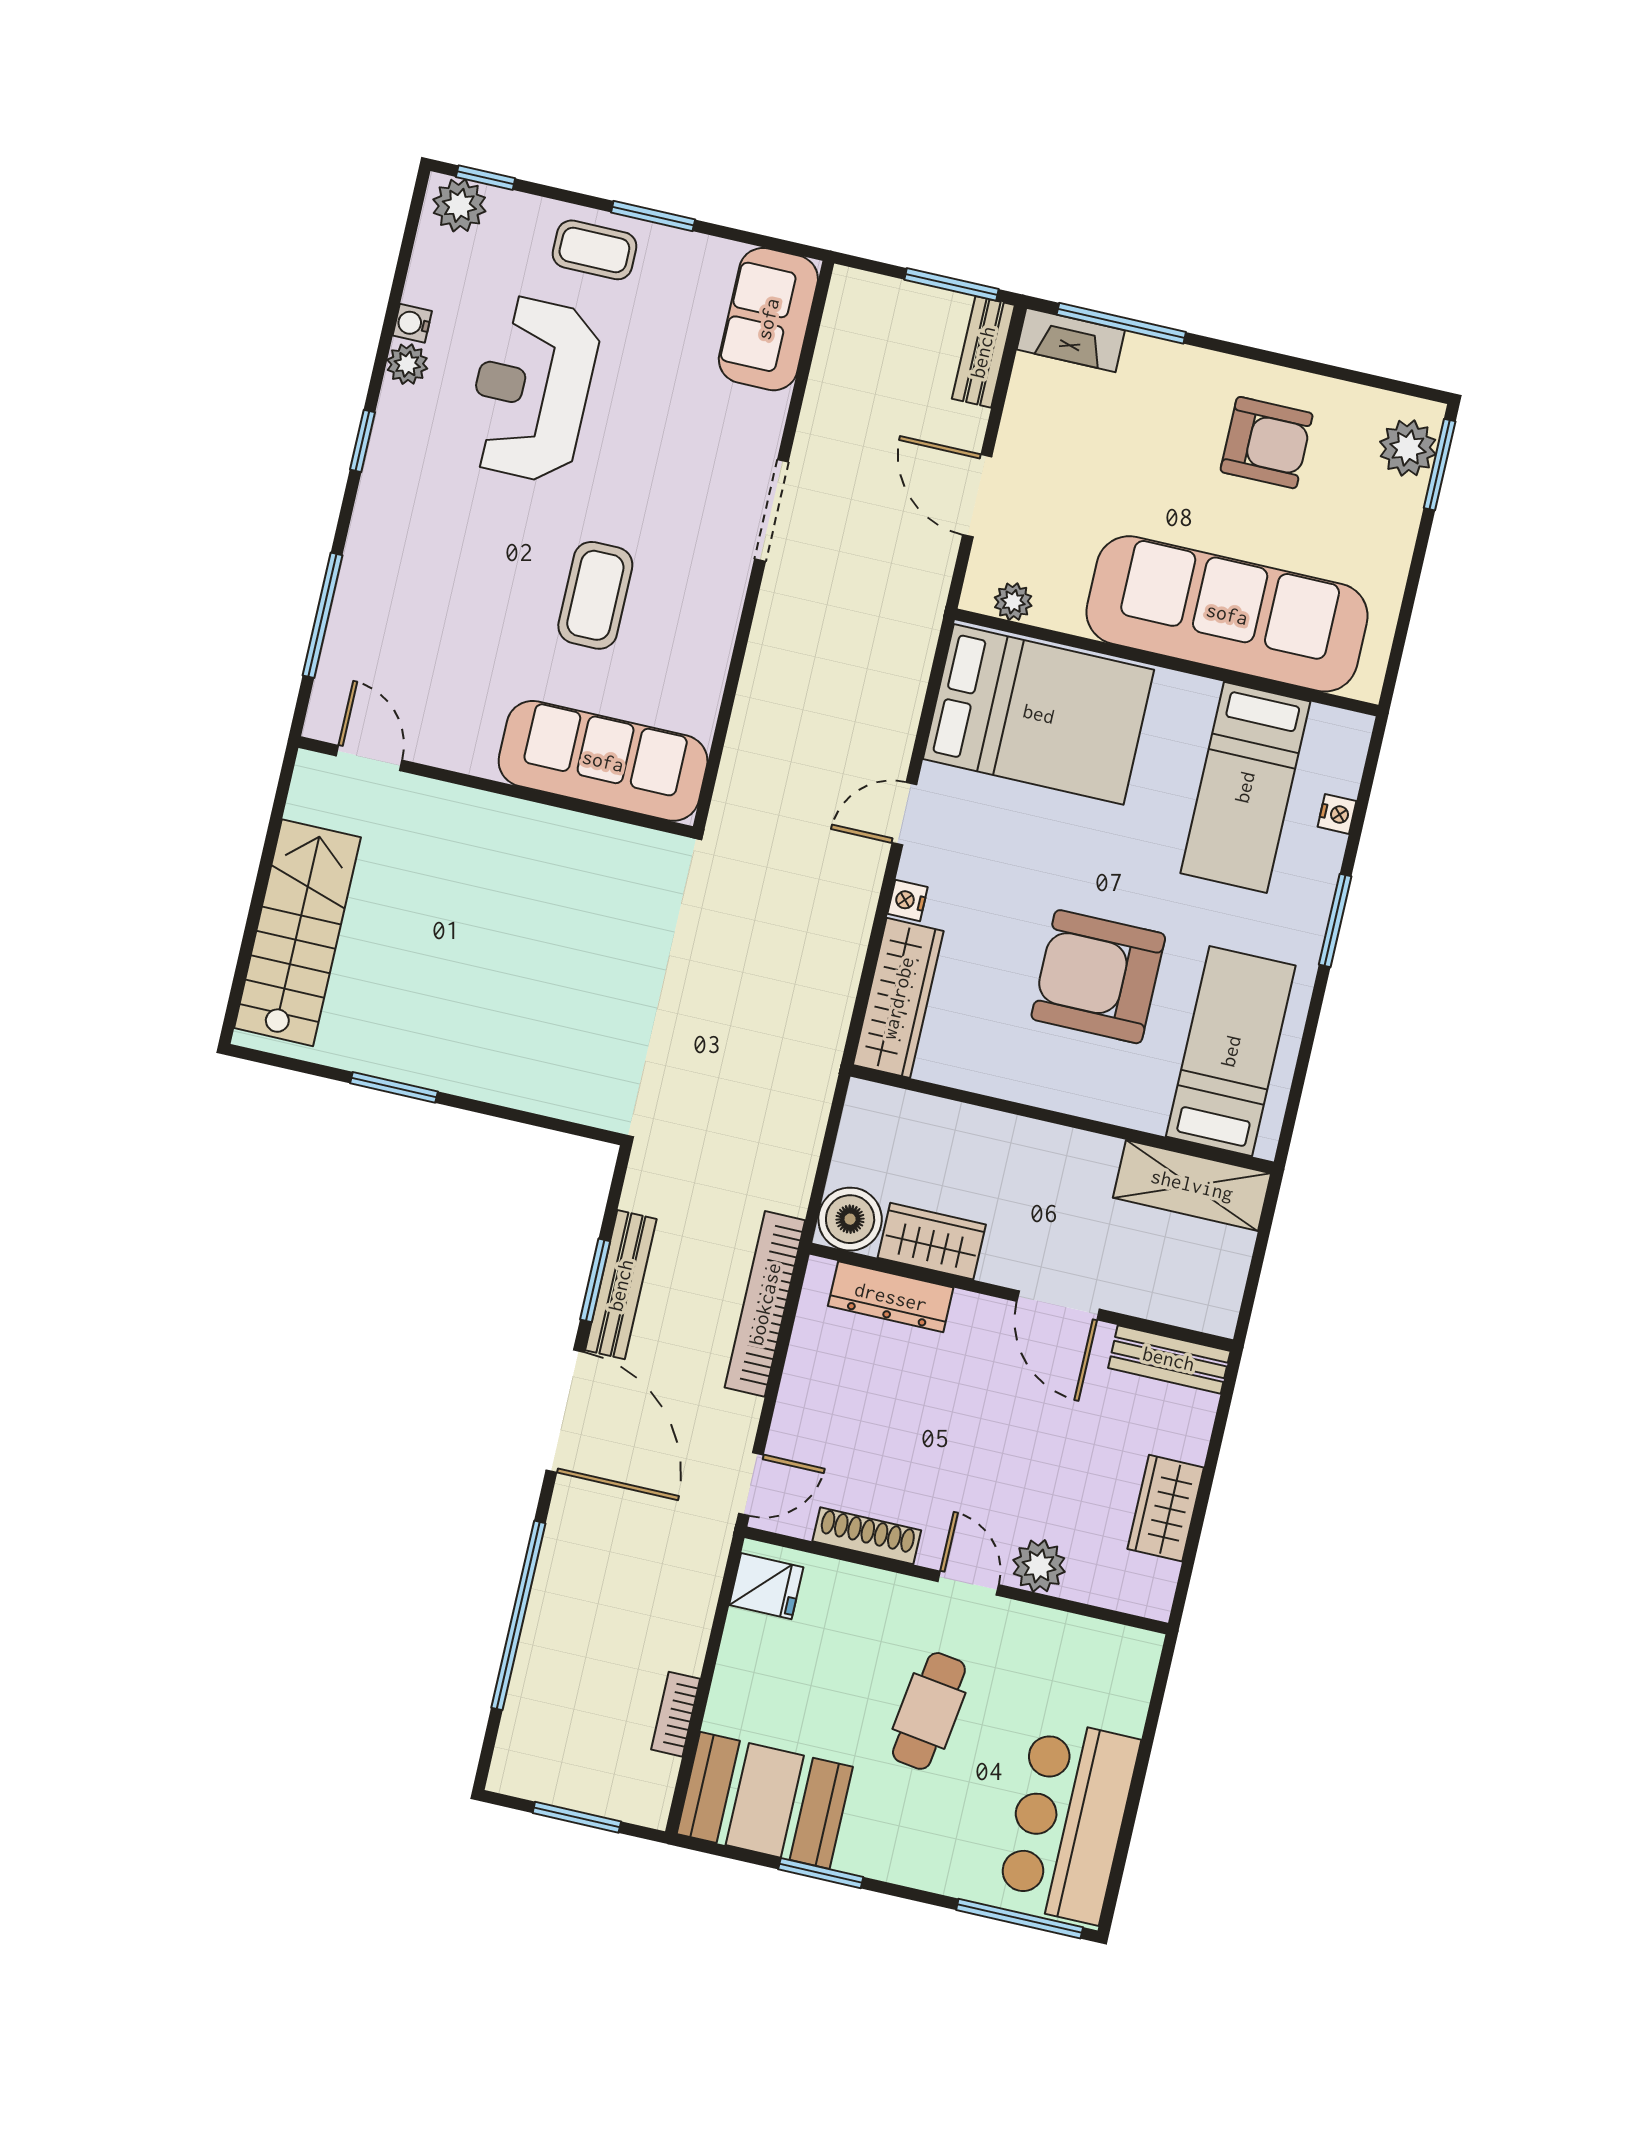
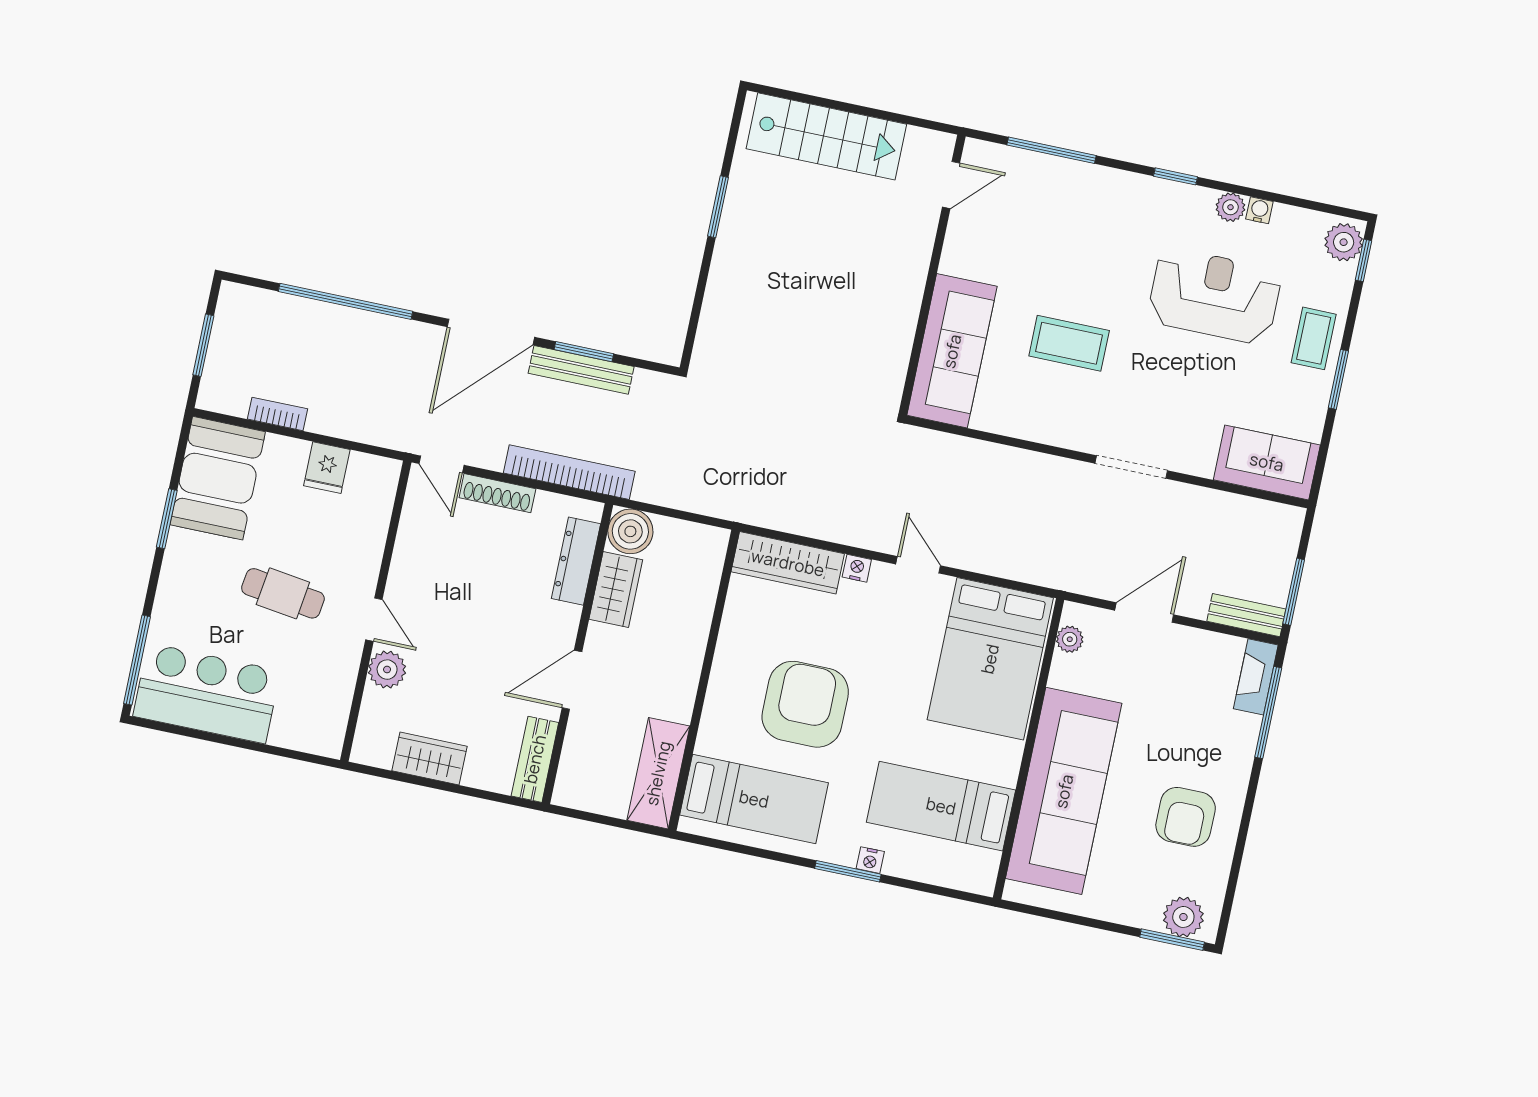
nightstand: (1337, 814) -> (870, 860), moved
shoe rack: (867, 1536) -> (497, 493), moved, turned 90
door: (968, 1583) -> (374, 620), hinge flipped
fridge: (766, 1586) -> (327, 468), moved

